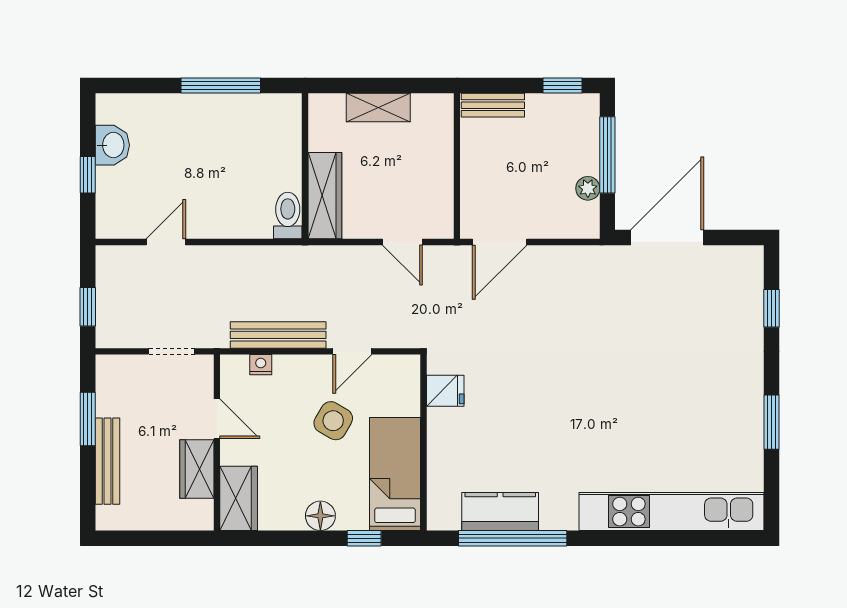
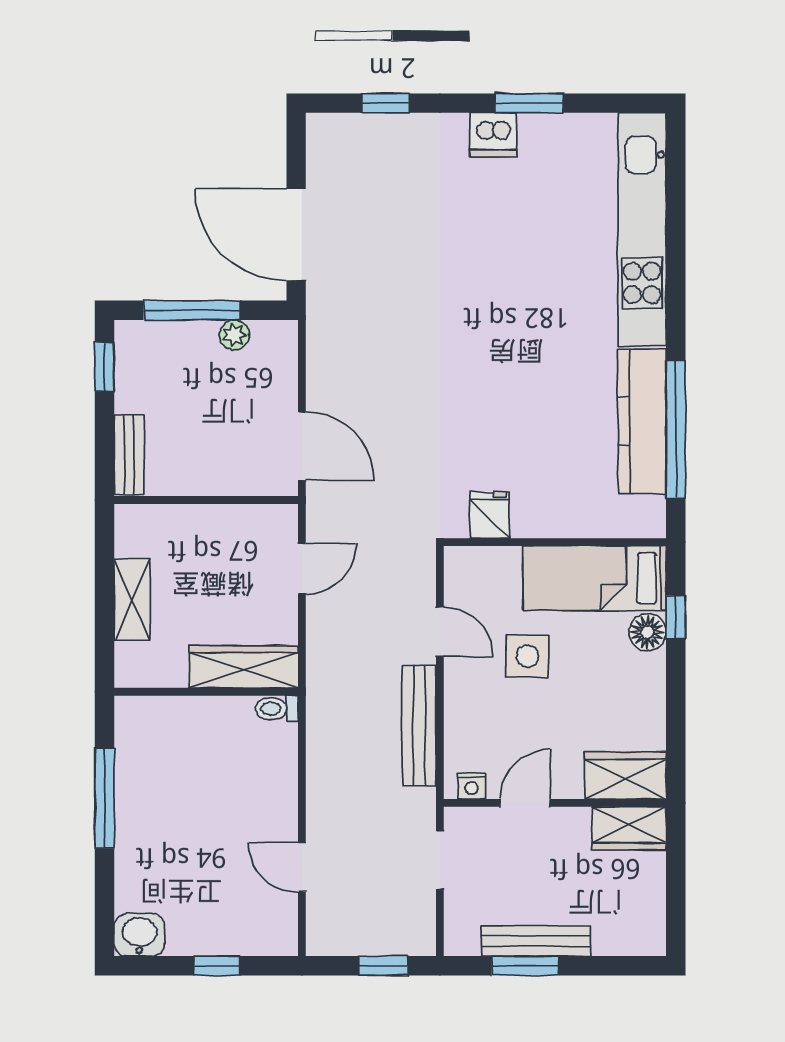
washbasin: (112, 145) -> (139, 935), moved
toilet: (288, 215) -> (277, 709), width x0.73, depth x0.72
nightstand: (261, 365) -> (472, 786), moved, turned -90
dishwasher: (746, 394) -> (493, 135), added
side table: (333, 421) -> (527, 656), turned -30
bench: (107, 461) -> (536, 941), moved
wardrobe: (197, 469) -> (629, 828), moved
kitchen counter: (500, 512) -> (642, 421), width x1.50
floor lamp: (320, 516) -> (647, 632), moved

